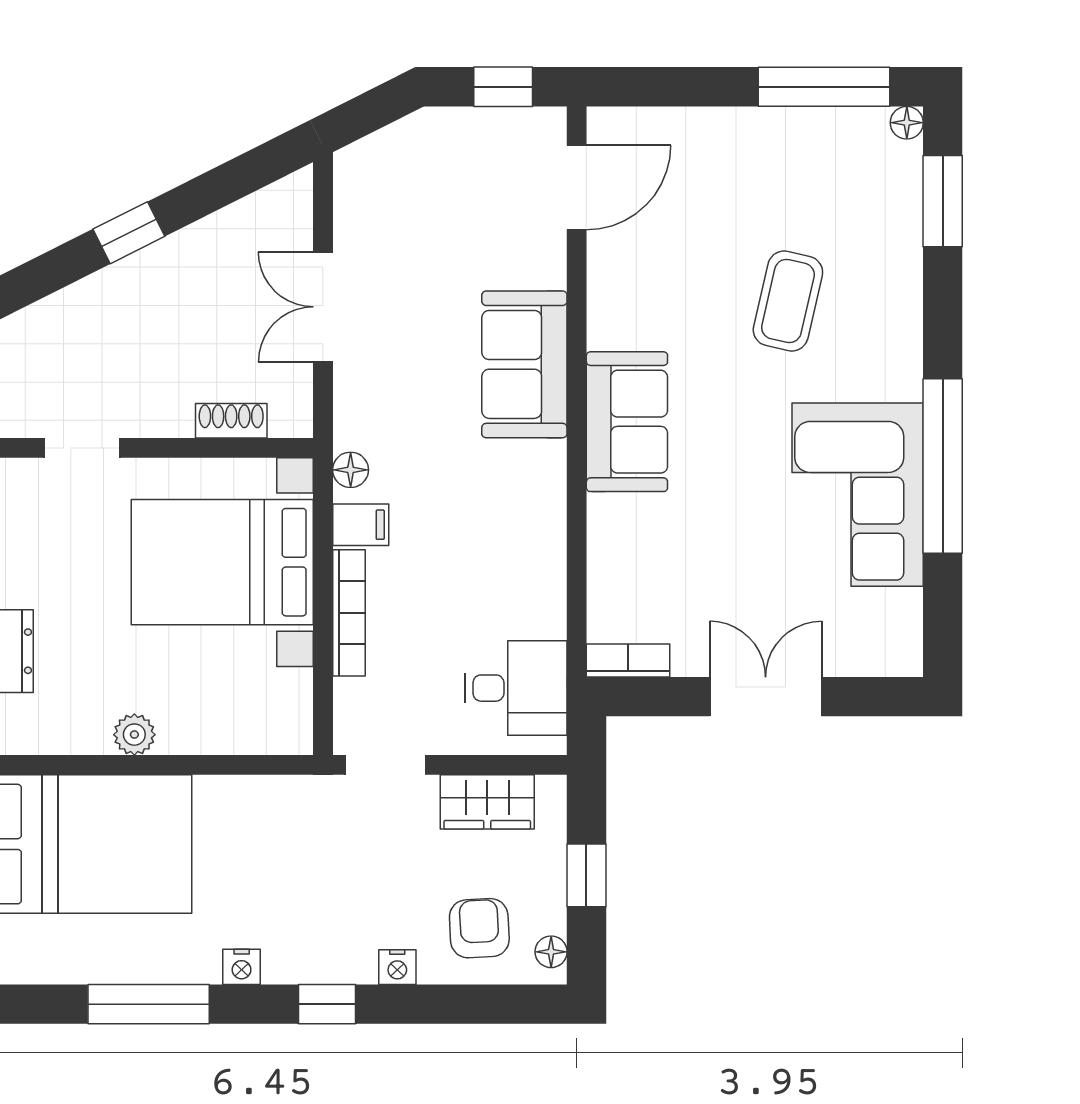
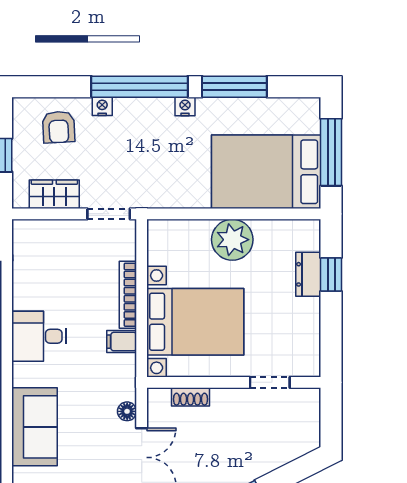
floor lamp: (351, 470) -> (127, 411), moved
desk: (516, 688) -> (39, 336), moved
plant: (134, 735) -> (232, 240), width x1.88, depth x1.88
floor lamp: (551, 952) -> (20, 114), removed
window: (327, 1004) -> (140, 87), width x3.17

